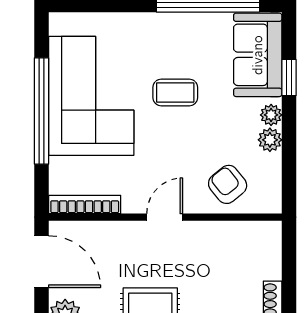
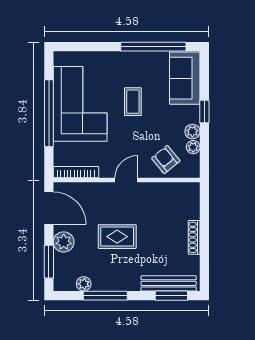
window: (289, 78) -> (204, 111), moved
coffee table: (175, 92) -> (133, 102), turned 90
plant: (271, 115) -> (193, 147), moved

